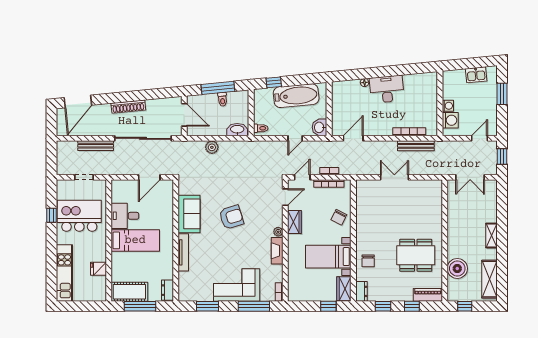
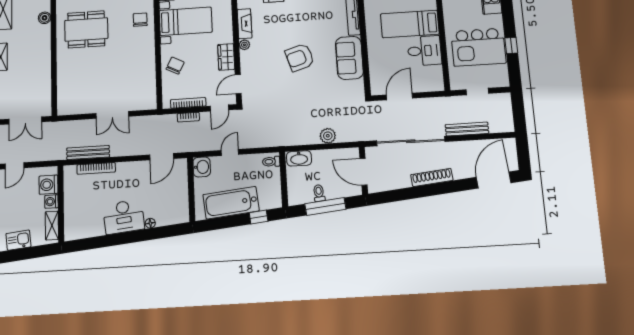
shelving: (448, 85) -> (52, 226), added
double door: (470, 177) -> (25, 121), swing flipped
boiler: (457, 268) -> (45, 18), width x0.54, depth x0.54

